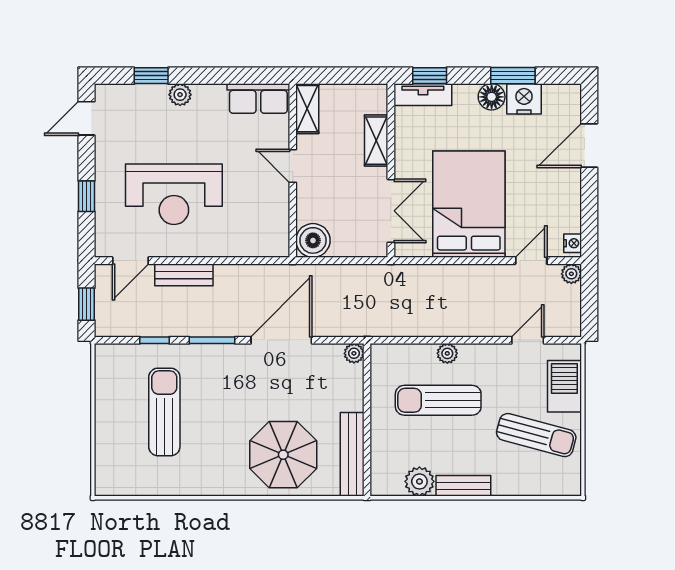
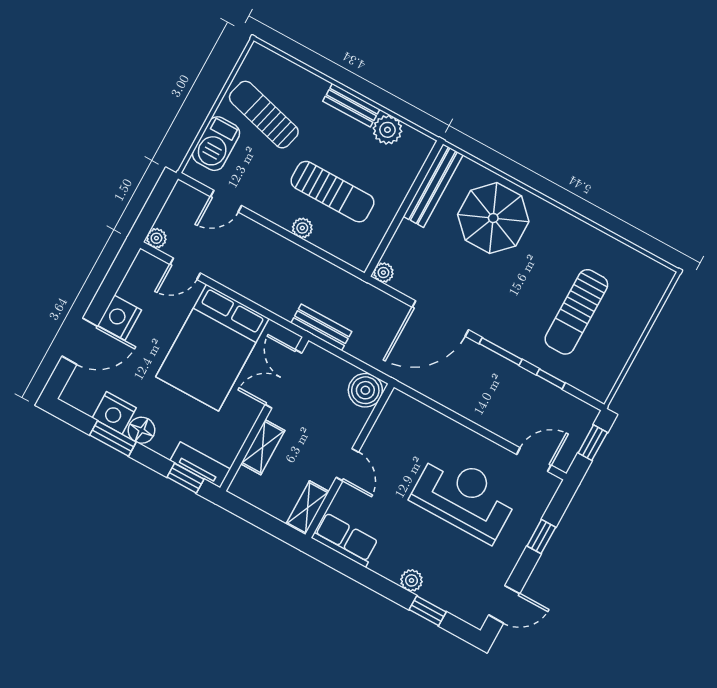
nightstand: (573, 243) -> (119, 318), moved, width x1.89, depth x1.79
bench: (184, 275) -> (321, 327), moved

